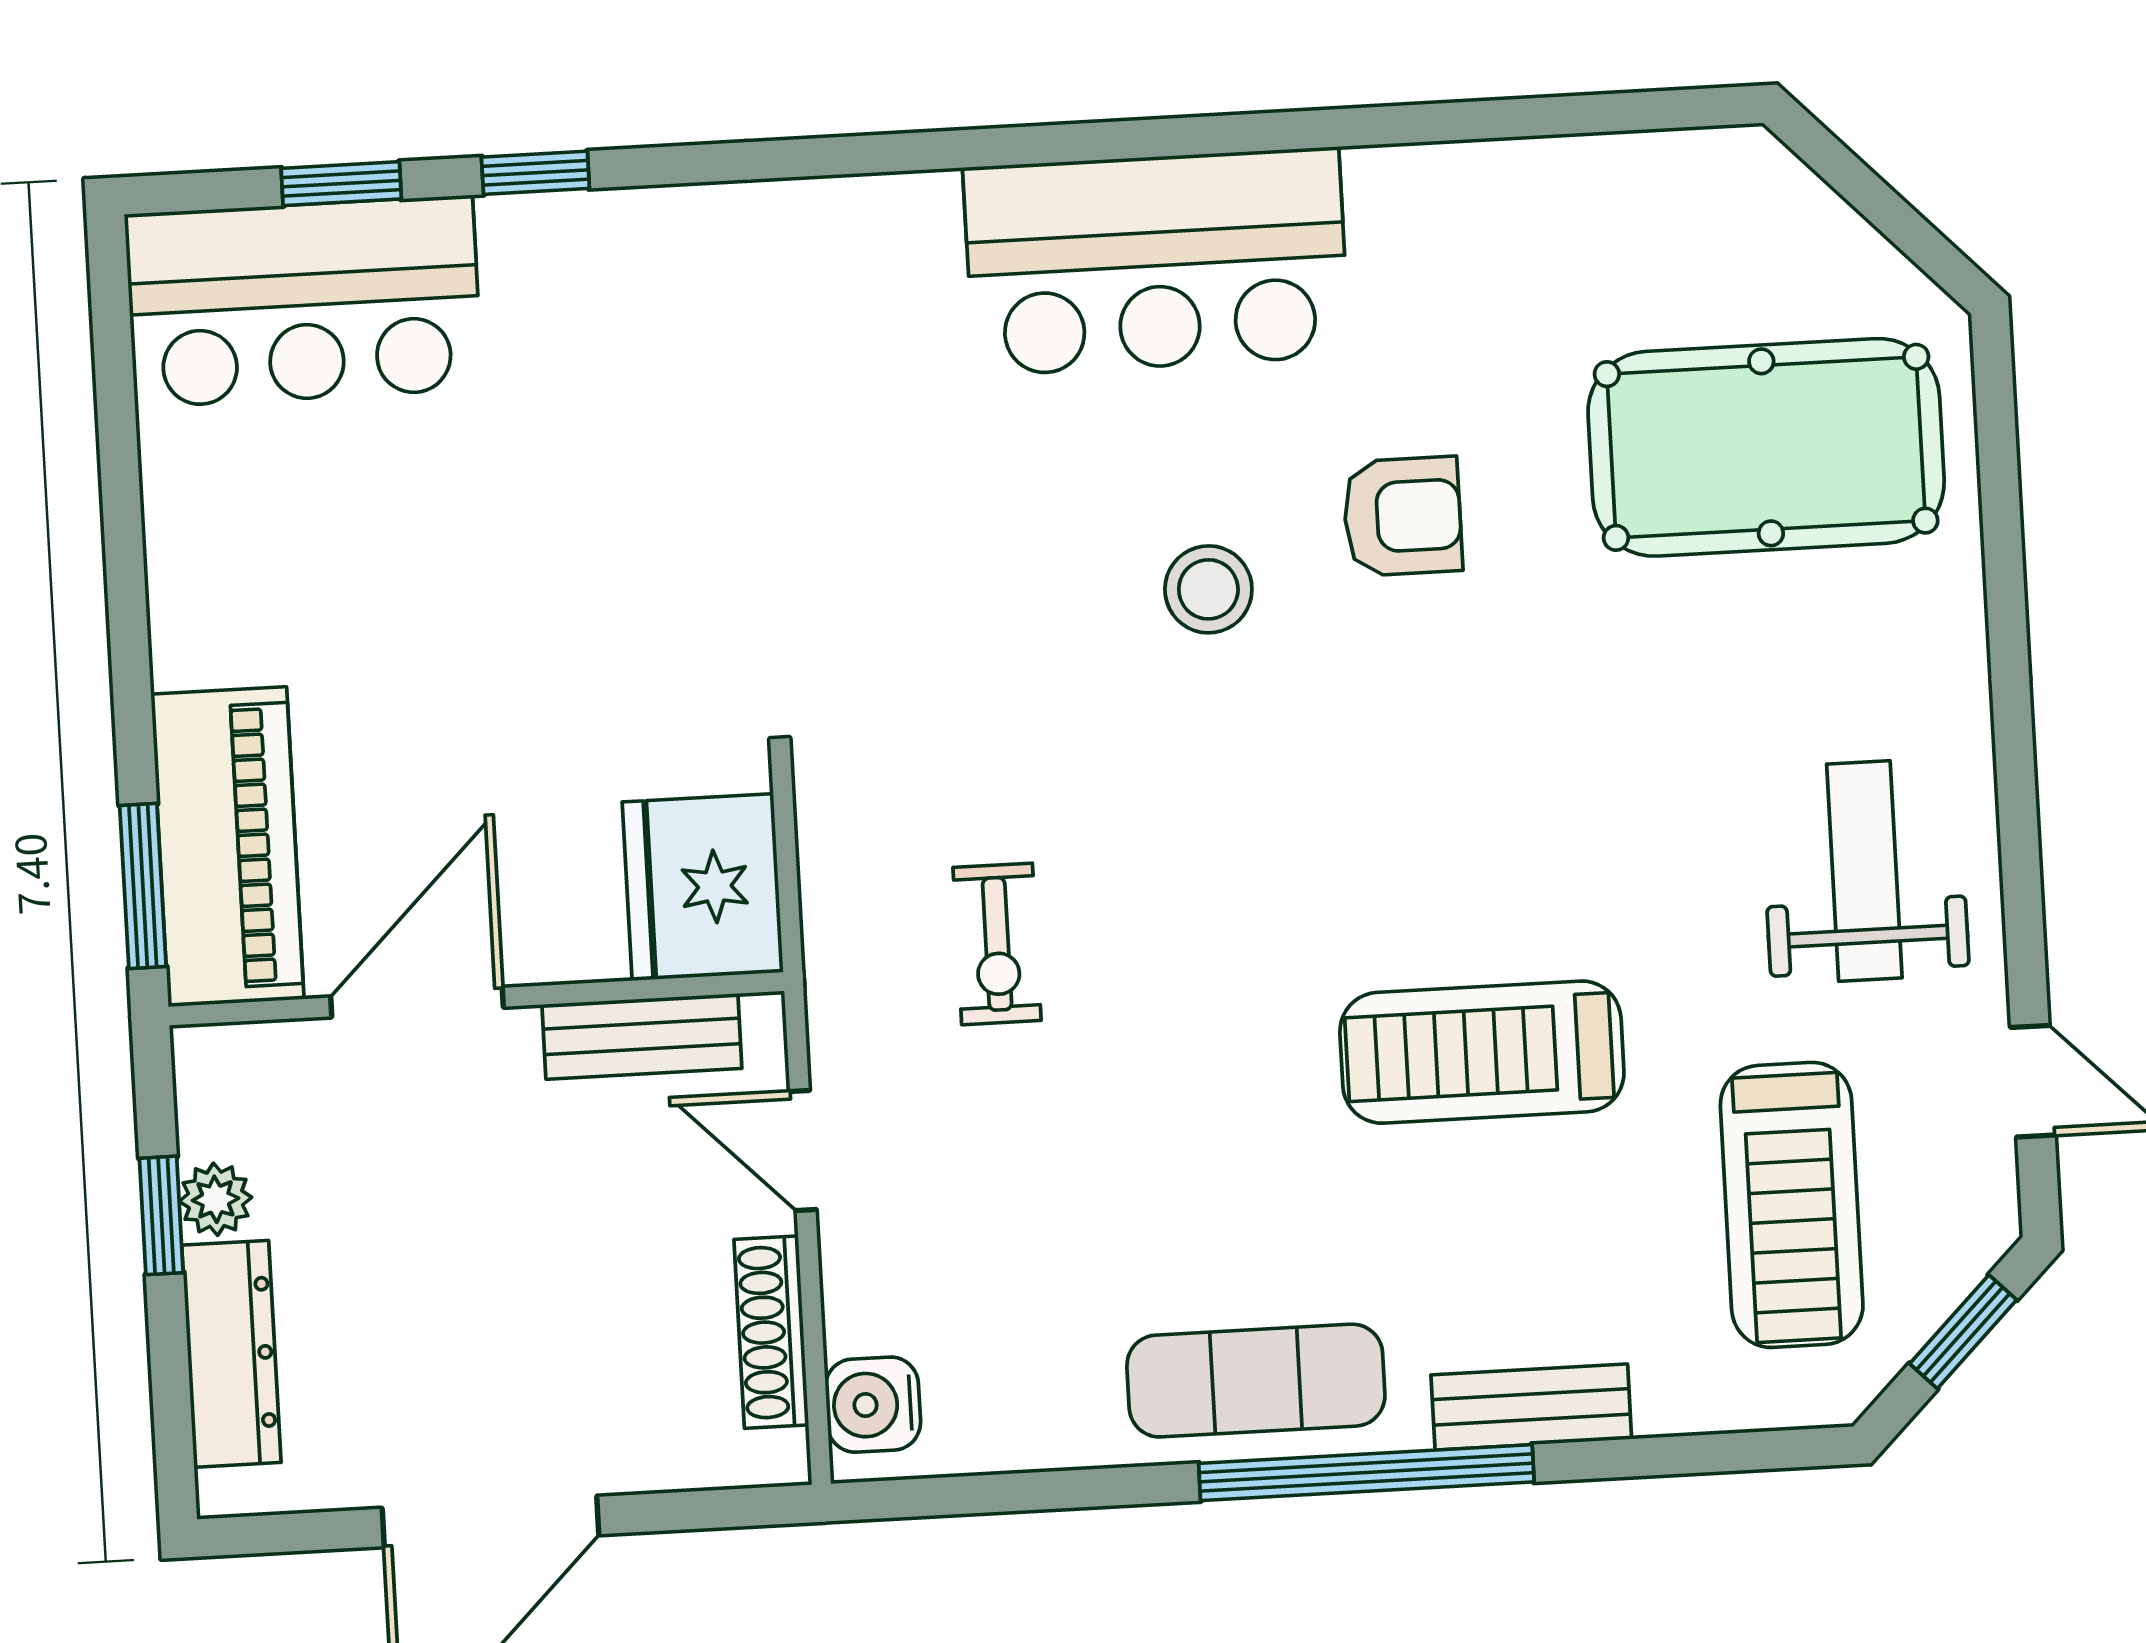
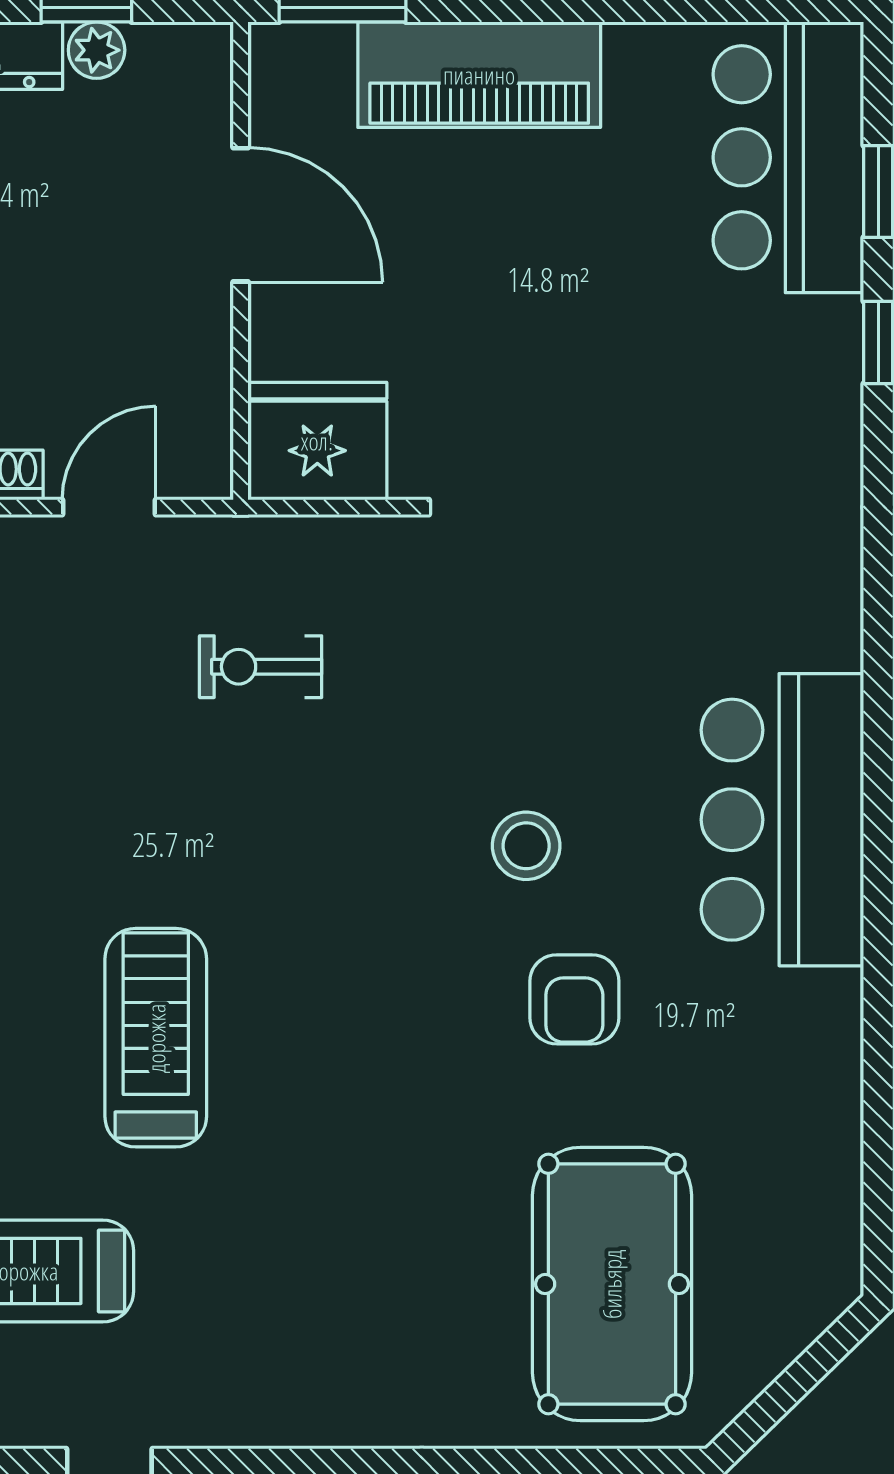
piano: (227, 847) -> (479, 75), moved
weight bench: (1864, 871) -> (280, 1342), removed
bench: (642, 1036) -> (204, 388), removed

